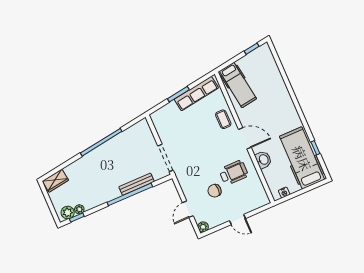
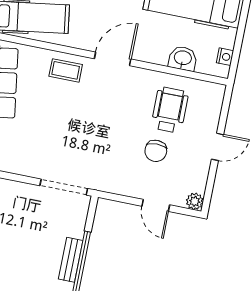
washbasin: (263, 160) -> (183, 58), moved
wheelchair: (234, 173) -> (170, 110), moved
bench: (137, 184) -> (71, 260), width x0.73

